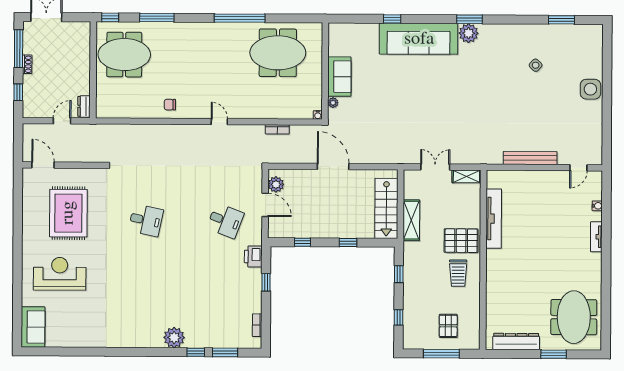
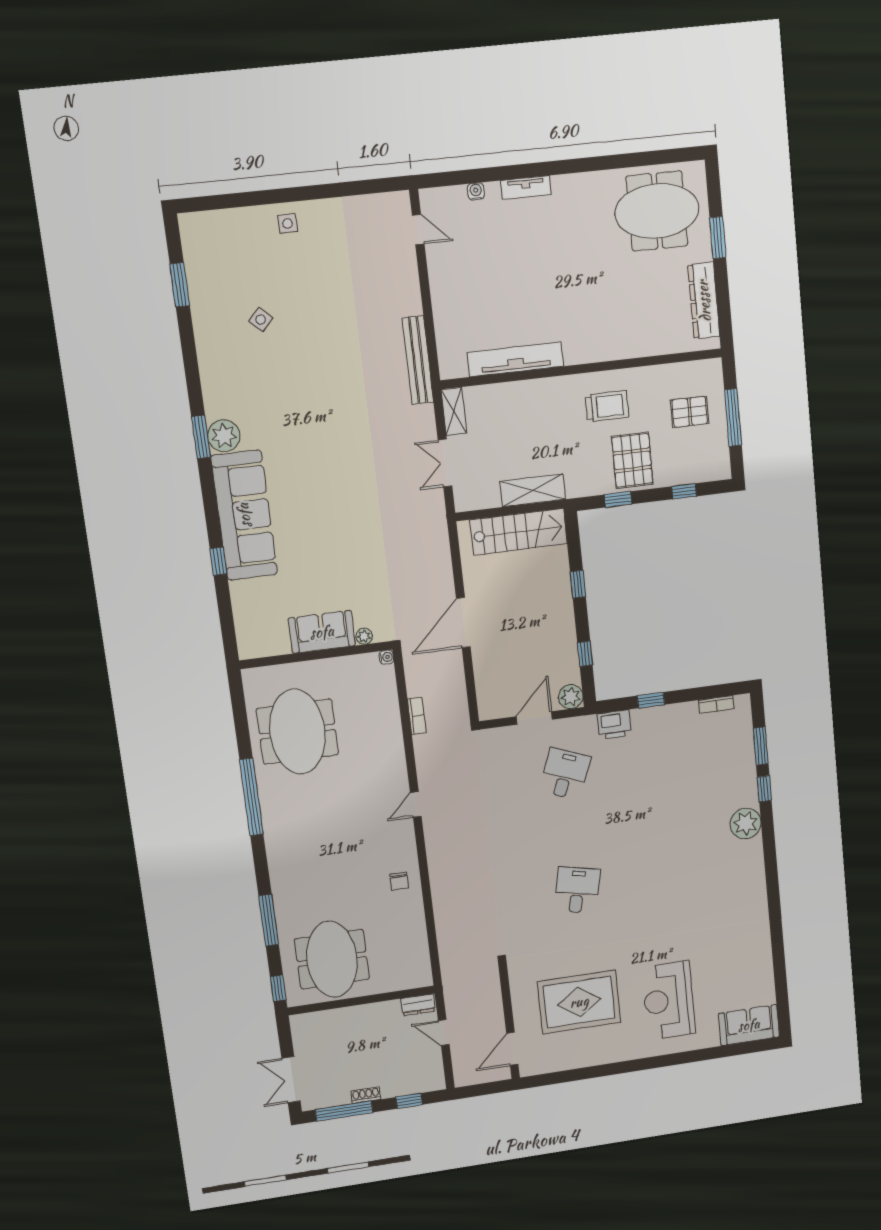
side table: (590, 89) -> (288, 223), width x0.54, depth x0.54
bench: (530, 158) -> (418, 360), moved
plant: (276, 184) -> (571, 697), moved
pallet: (461, 241) -> (632, 460), moved

